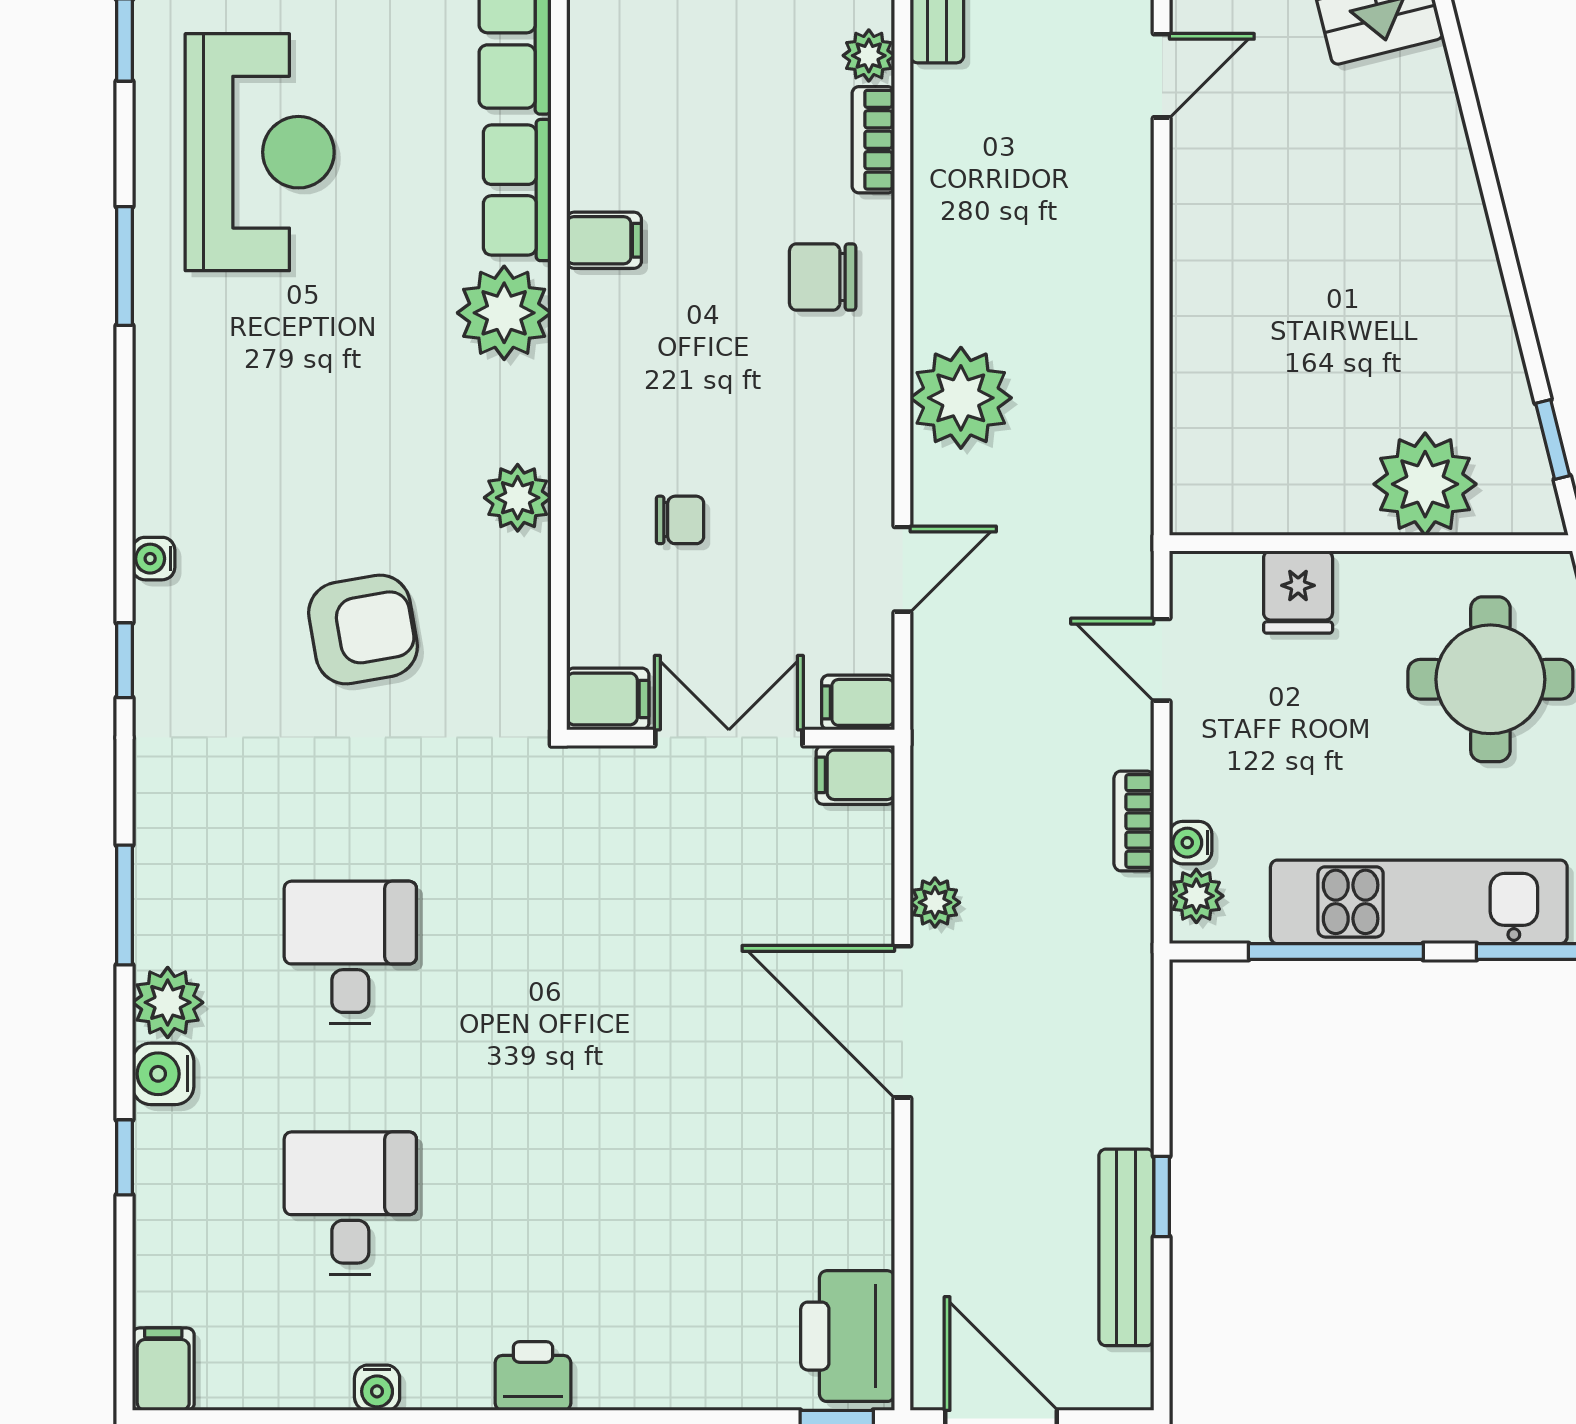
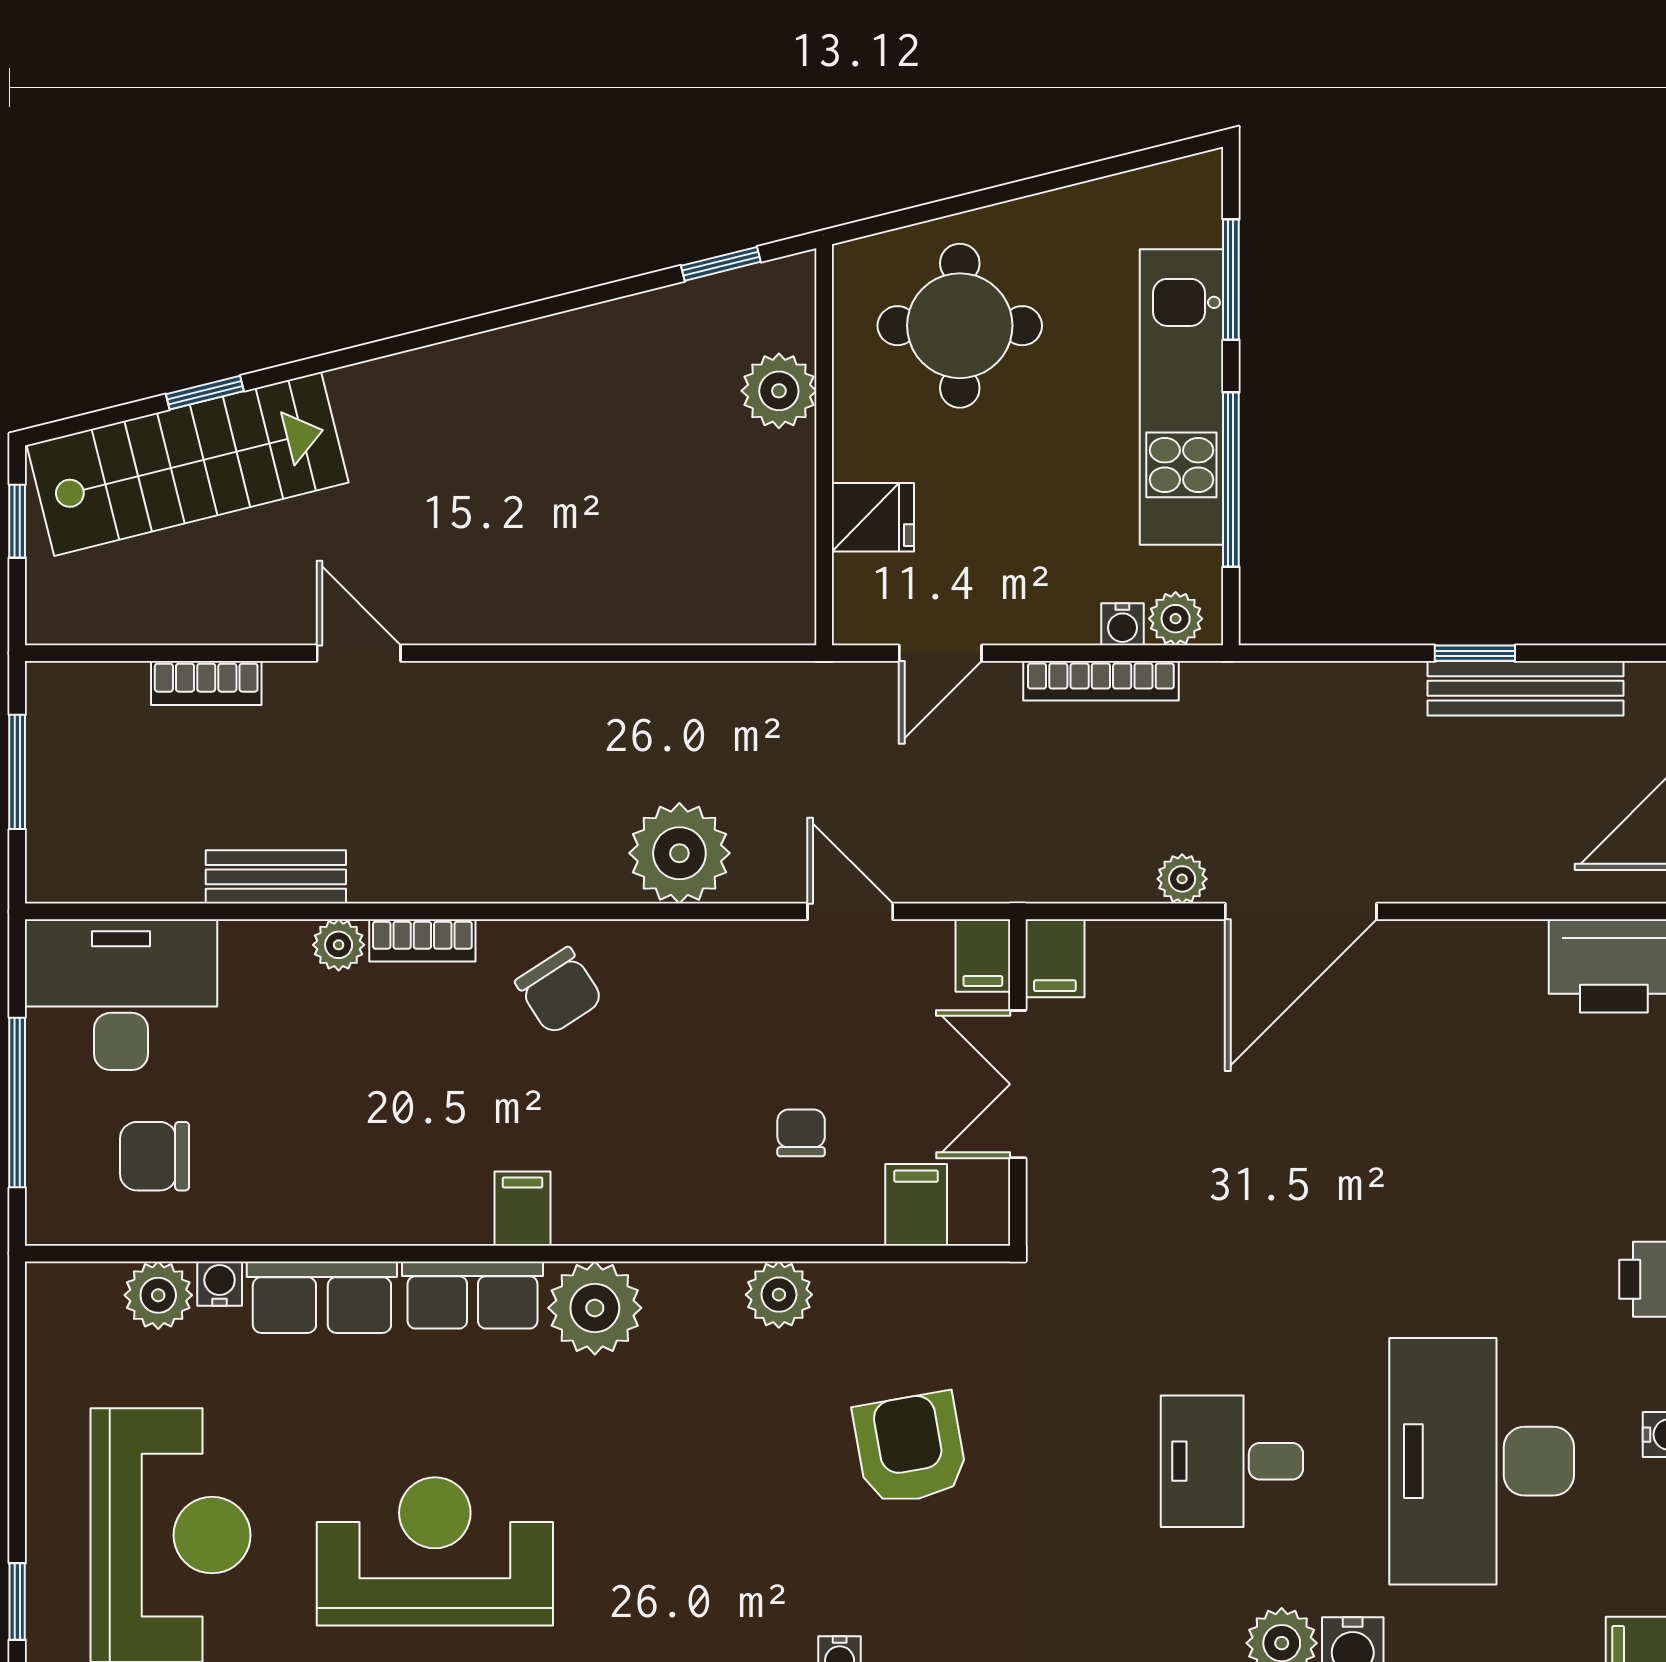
chair: (823, 277) -> (559, 991), turned -33
plant: (1425, 484) -> (779, 391), width x0.73, depth x0.73
filing cabinet: (608, 699) -> (916, 1205), moved
bookcase: (1134, 821) -> (1101, 681), width x1.56
desk: (350, 1203) -> (1482, 1461), width x1.87, depth x1.30

